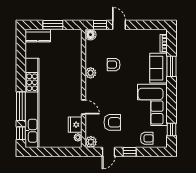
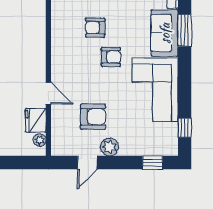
plant: (91, 73) -> (59, 40), removed
armchair: (147, 138) -> (111, 57), moved
plant: (91, 142) -> (109, 147), moved
window: (130, 152) -> (153, 163), moved

